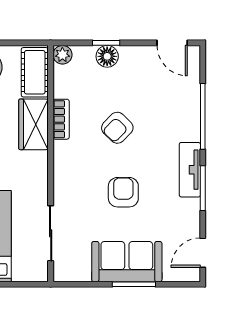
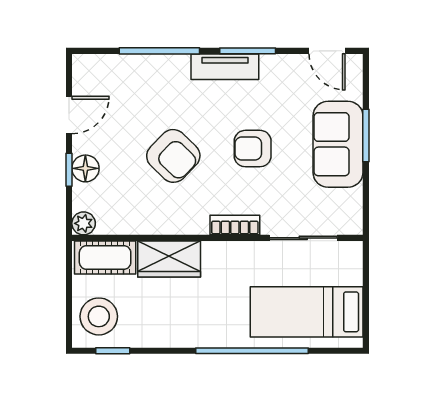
door: (172, 43) -> (69, 115), moved
bookcase: (61, 119) -> (235, 225), moved
armchair: (117, 128) -> (173, 156), width x1.38, depth x1.38

